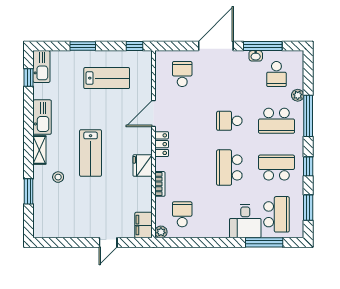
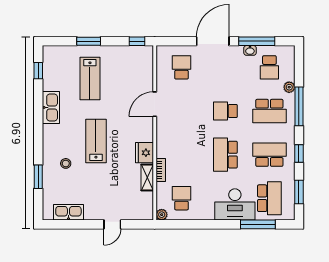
kitchen sink: (41, 67) -> (68, 212), moved, turned -90
lab bench: (107, 78) -> (90, 79), moved, turned 90
locker: (162, 144) -> (162, 133), removed
shelving: (39, 150) -> (147, 177), moved
lab bench: (91, 153) -> (96, 141), turned 180
desk: (245, 221) -> (235, 204), width x1.37
filing cabinet: (143, 225) -> (145, 208), removed

